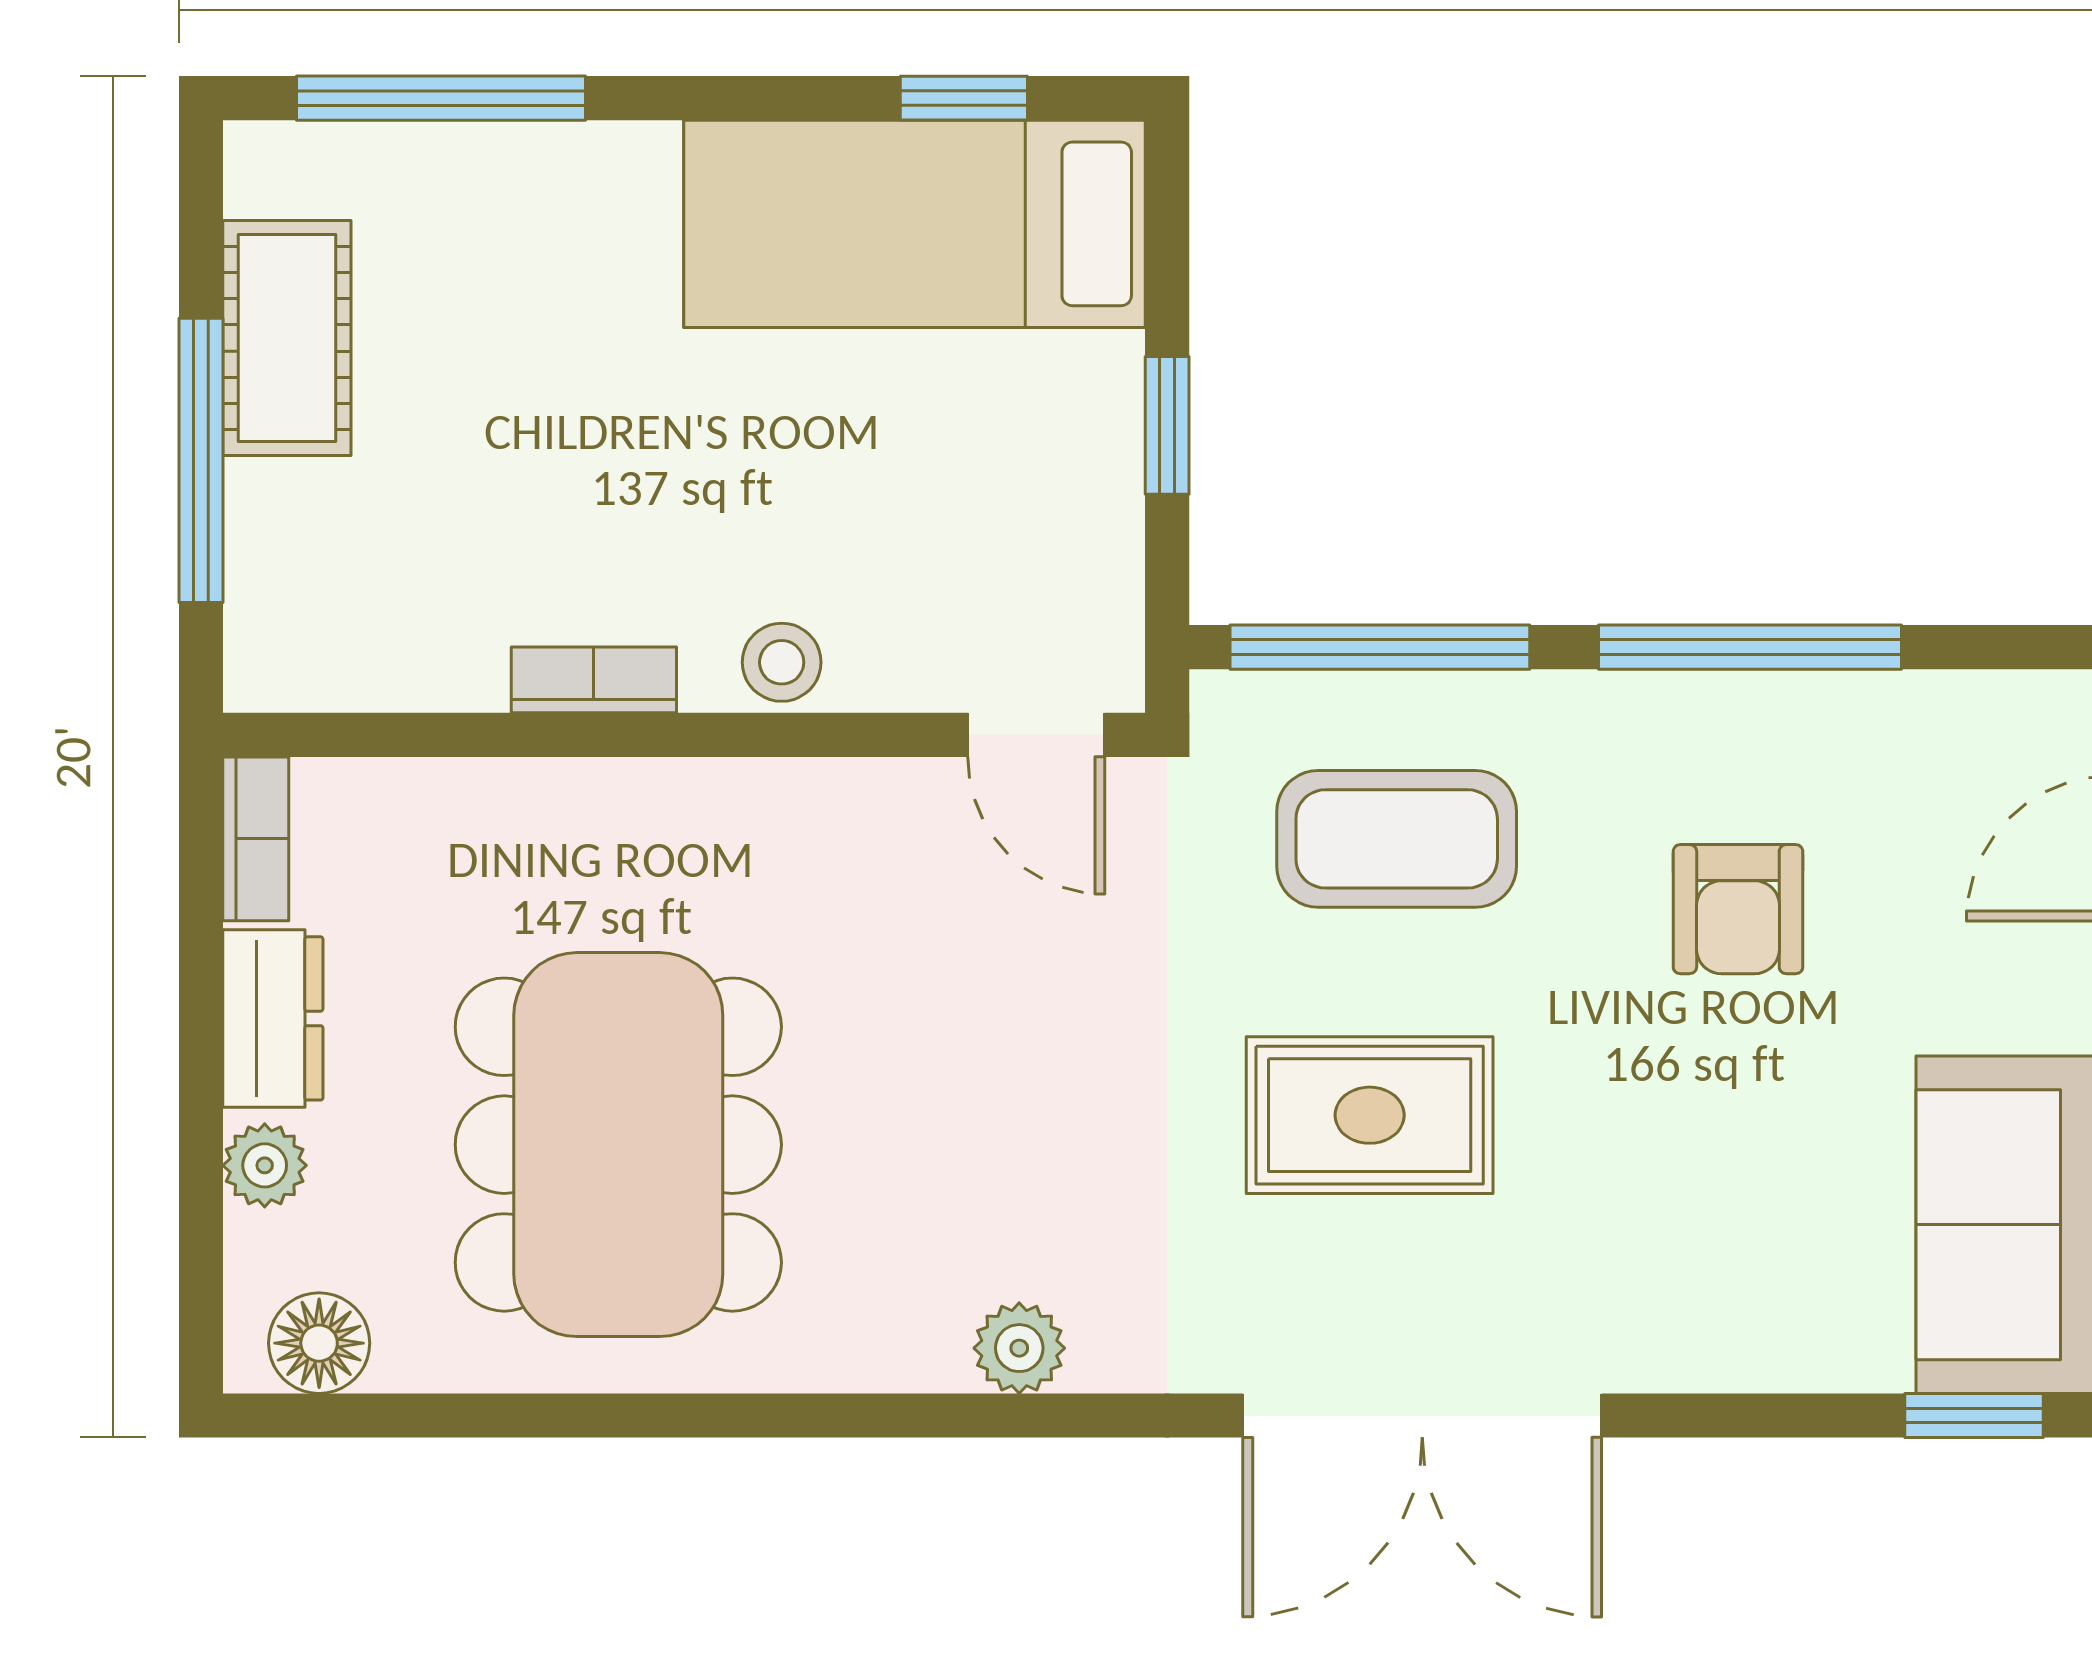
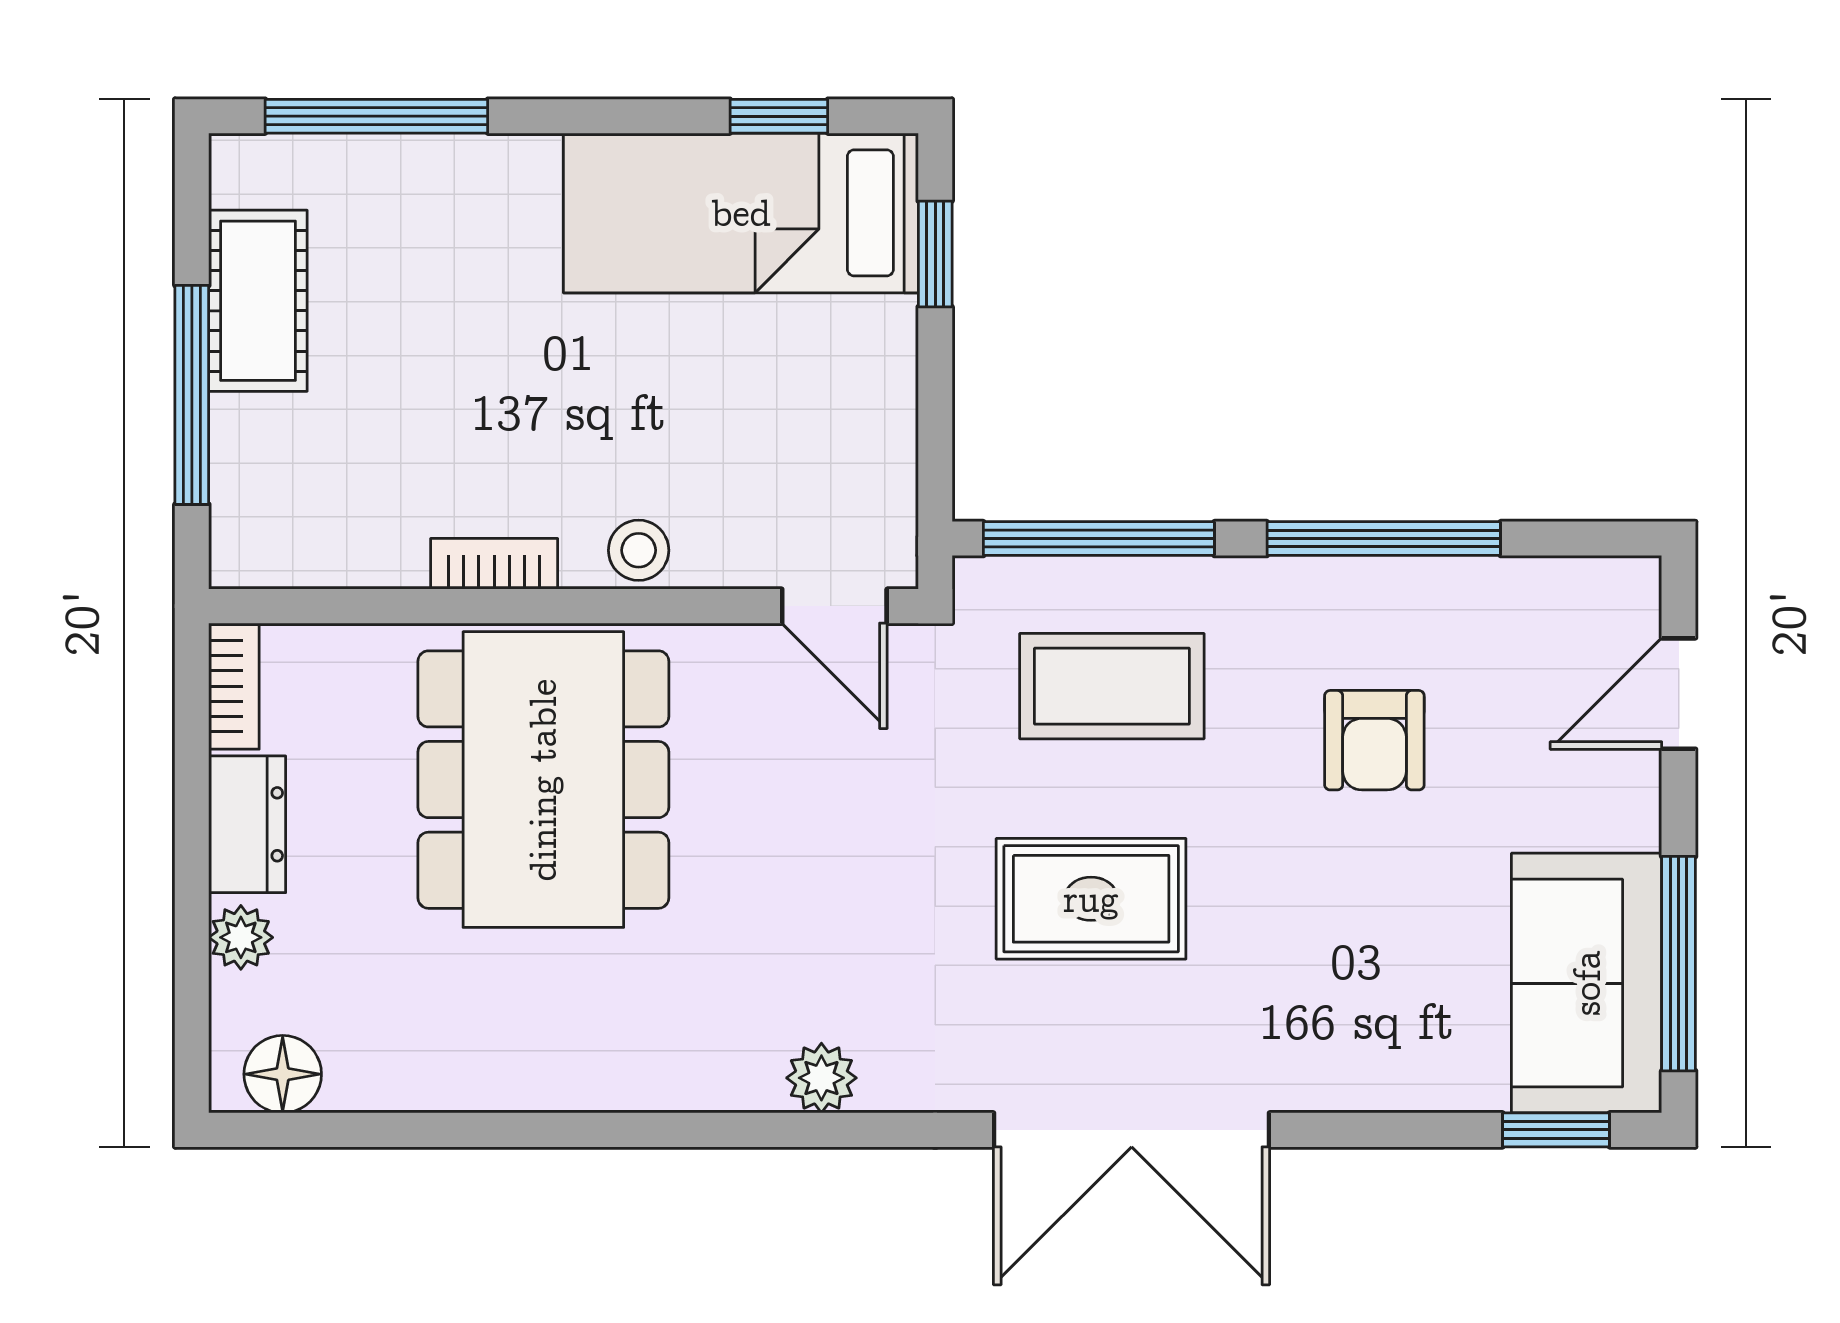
window: (1167, 425) -> (935, 254), moved
dining table: (618, 1145) -> (543, 780), moved

